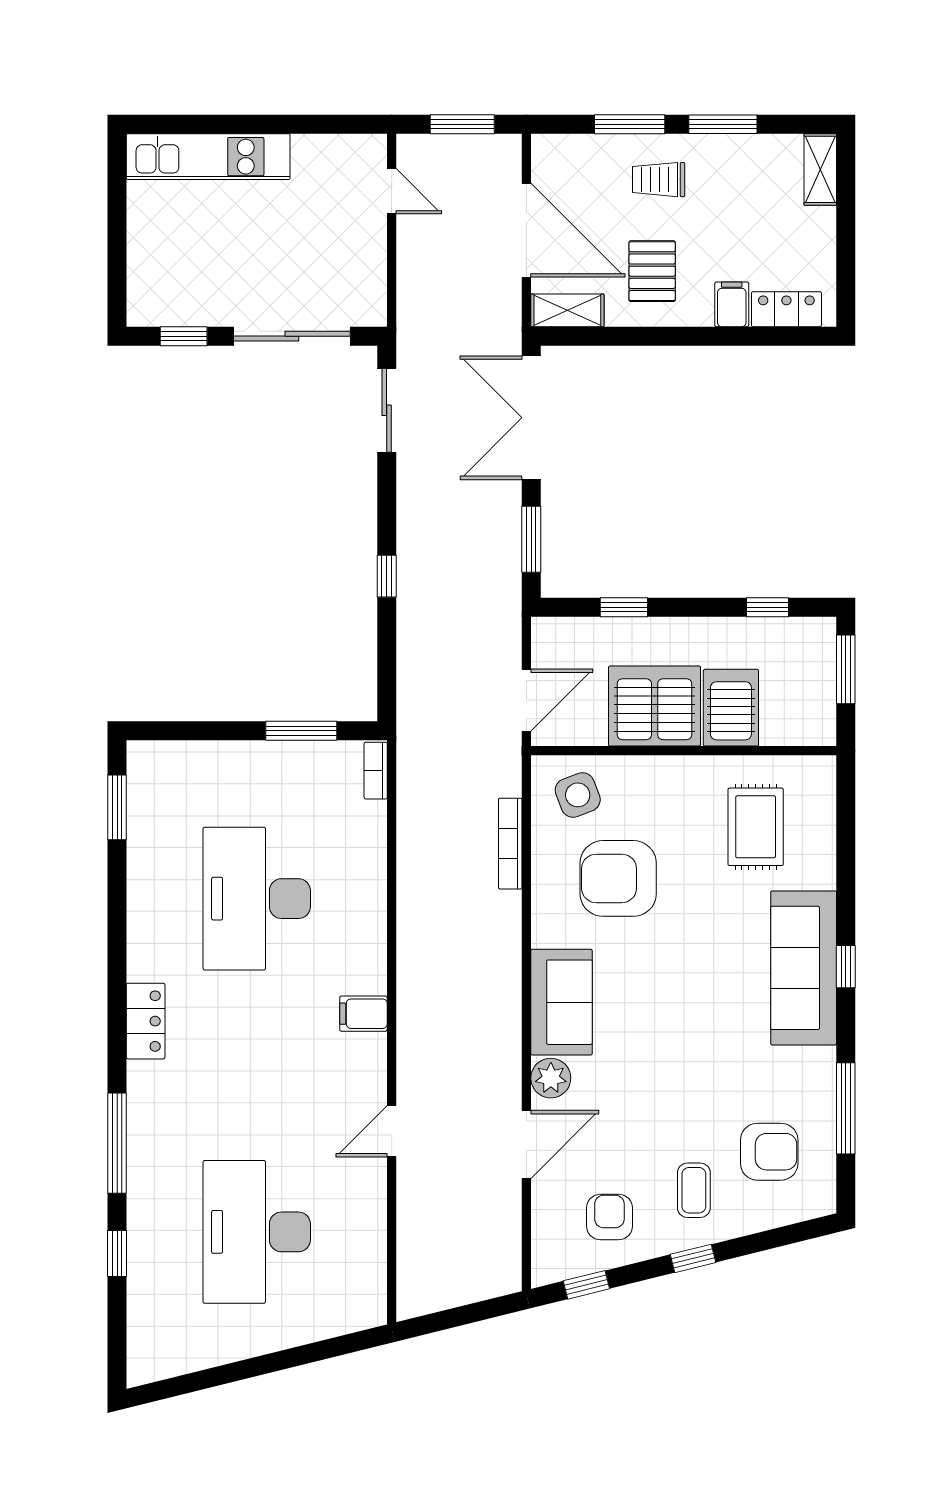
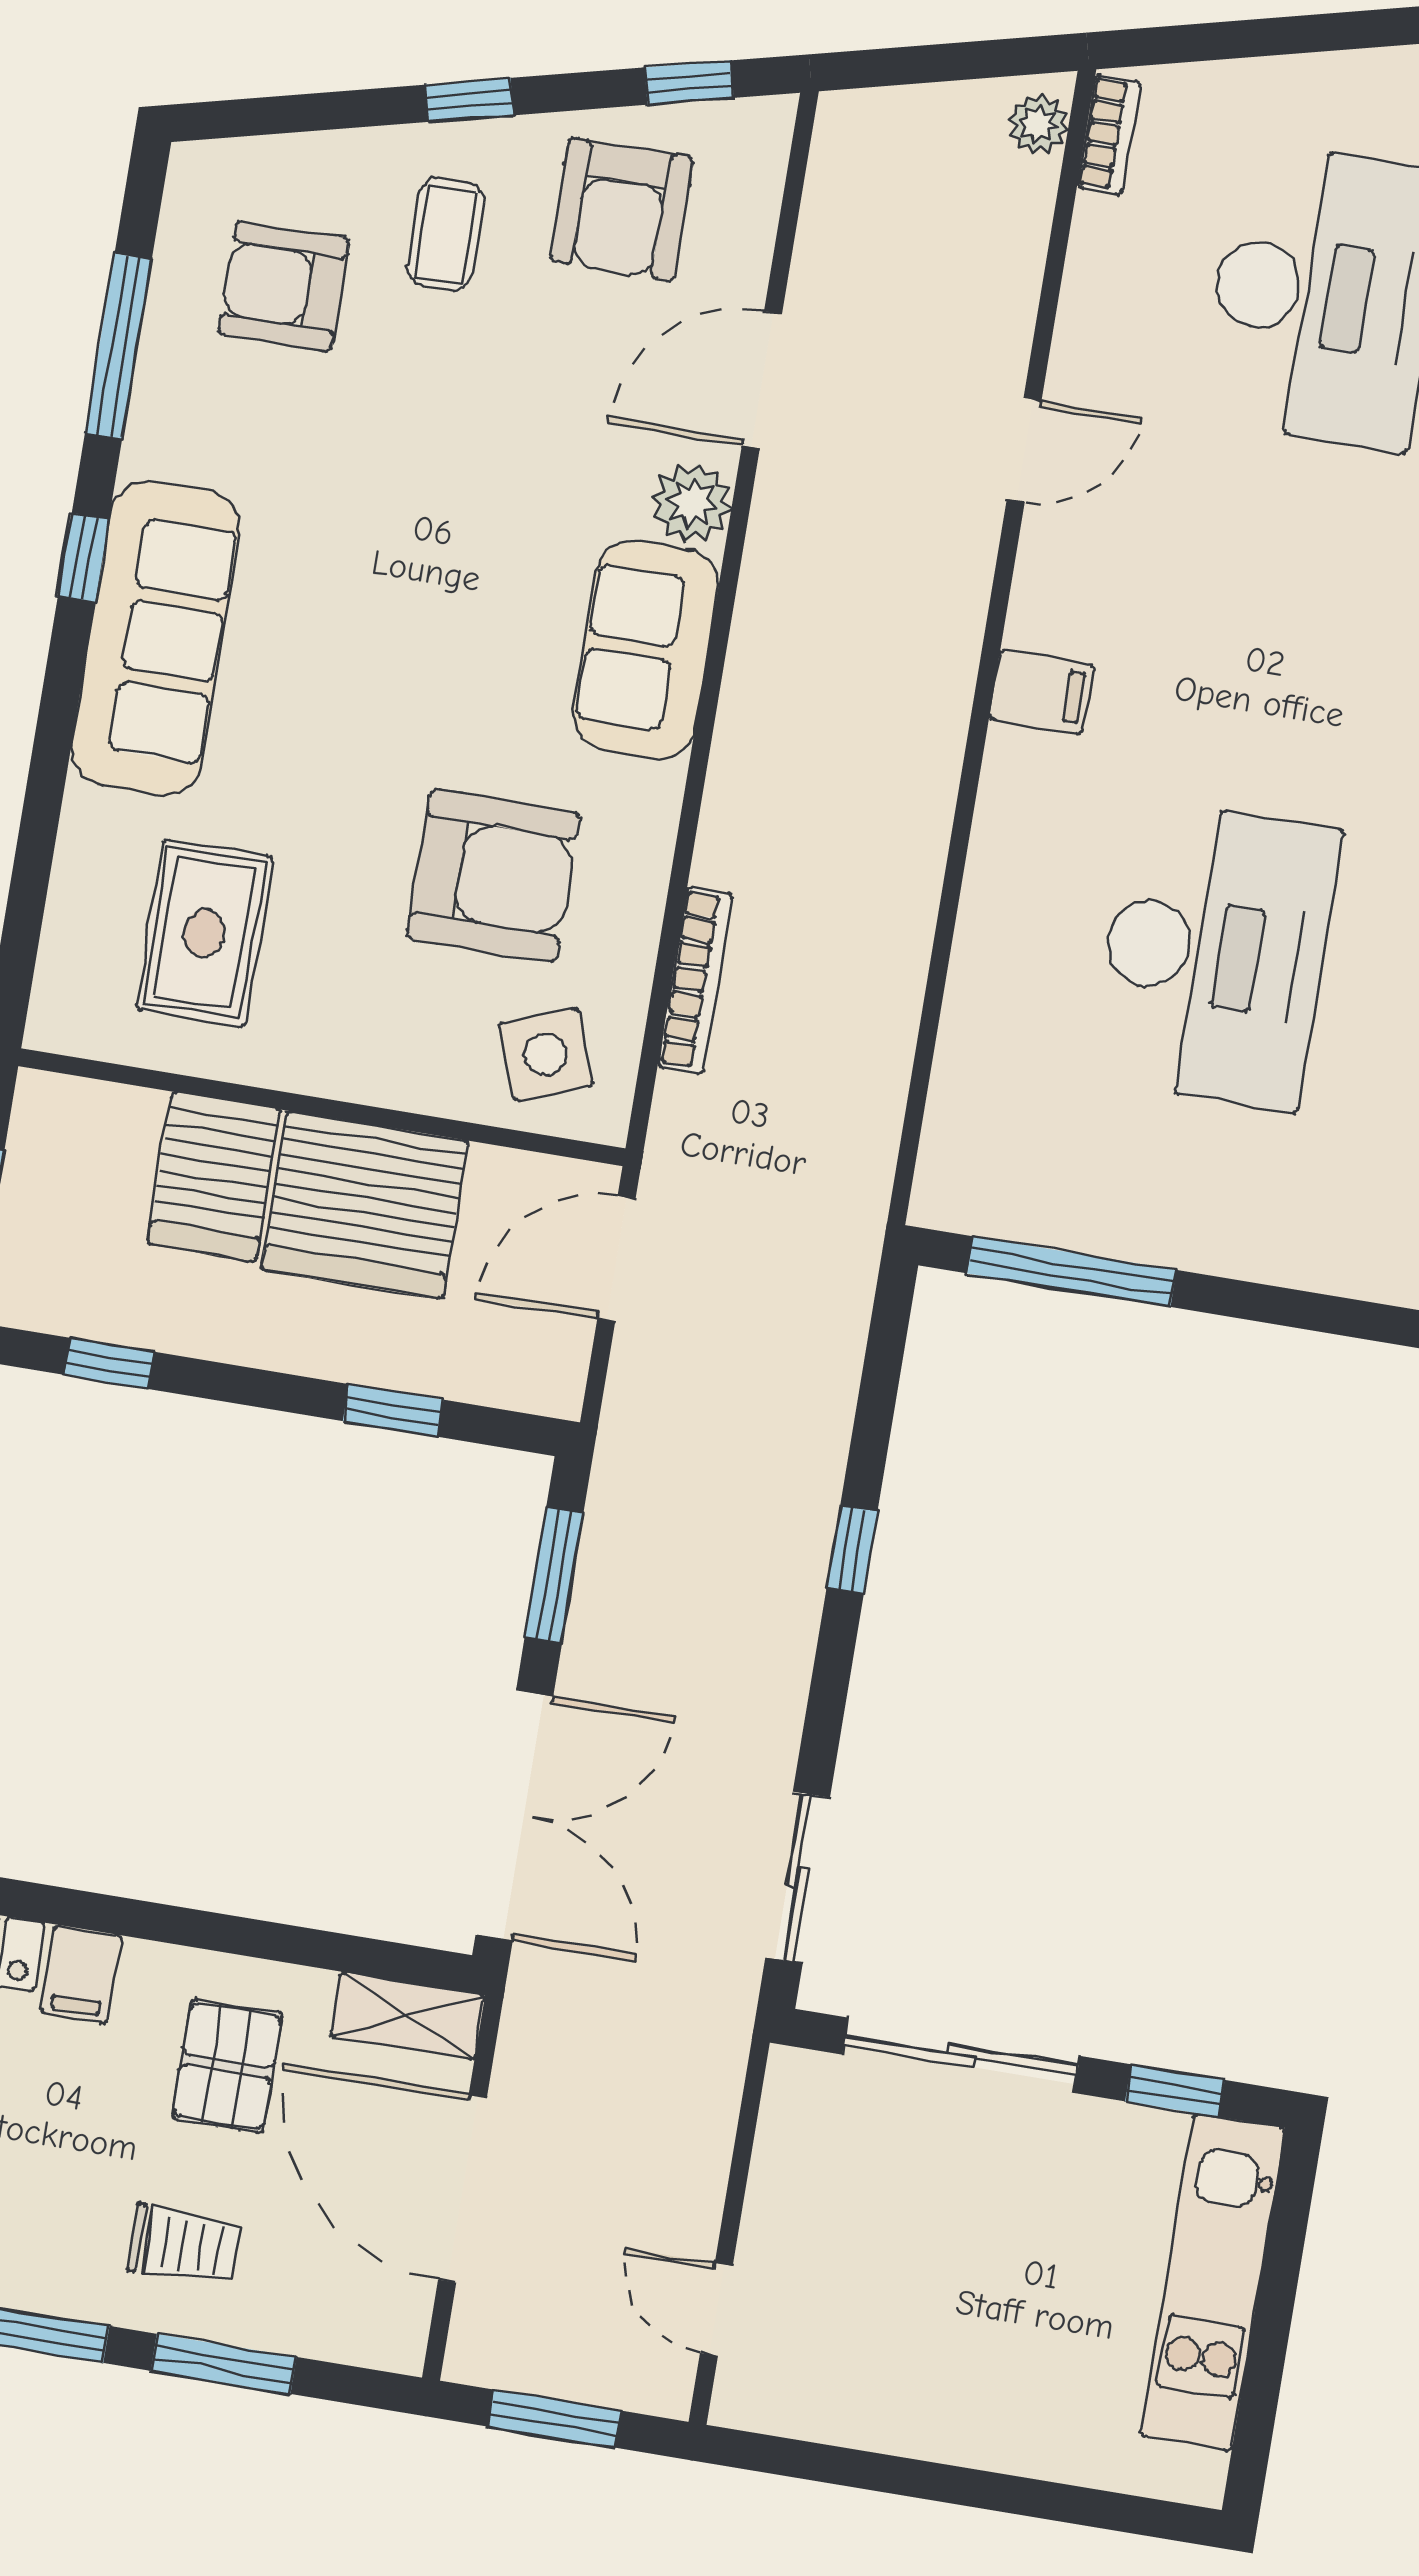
kitchen unit: (208, 157) -> (1213, 2282), moved, turned -90
window: (301, 731) -> (1072, 1272), width x1.44
bookcase: (376, 771) -> (1109, 134), moved
window: (846, 967) -> (83, 558), moved
armchair: (609, 1217) -> (621, 209), width x1.38, depth x1.38
plant: (411, 1293) -> (1038, 124), added

